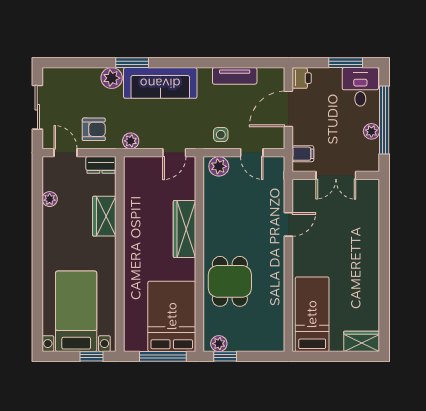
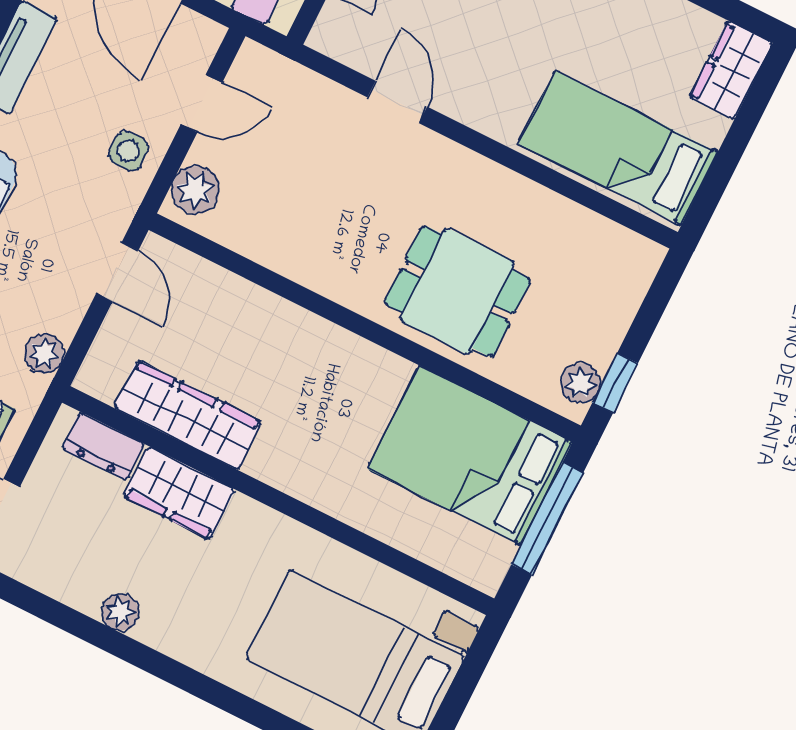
dresser: (101, 165) -> (103, 446), moved, turned 90
plant: (50, 199) -> (120, 612), moved
wardrobe: (184, 229) -> (187, 415), moved, turned 180
window: (92, 356) -> (470, 673), removed

